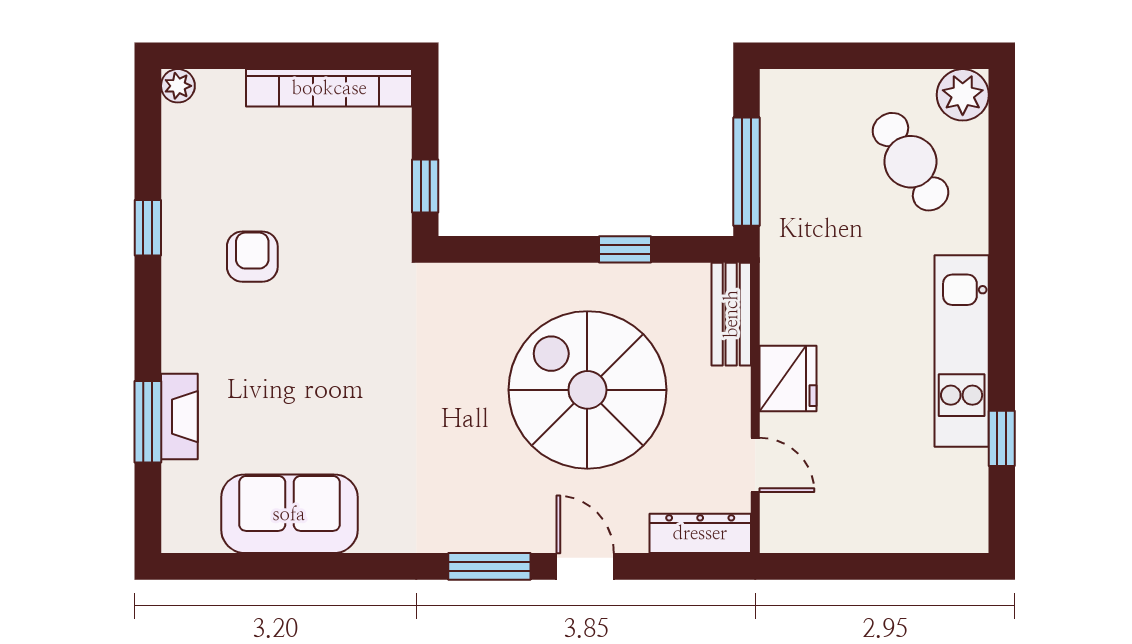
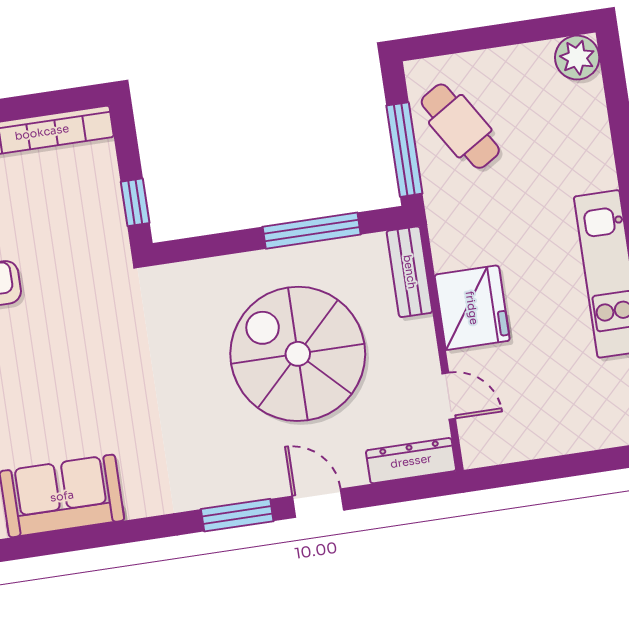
cafe table: (910, 162) -> (460, 126), moved
window: (625, 249) -> (312, 231), width x2.17
fridge: (788, 379) -> (472, 308), width x1.36, depth x1.34

